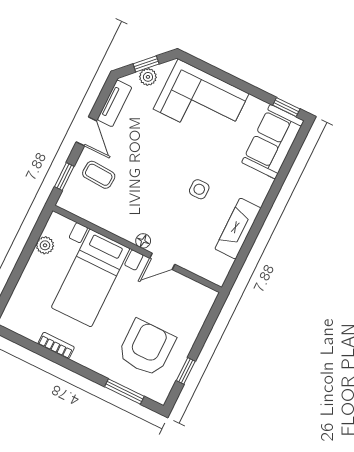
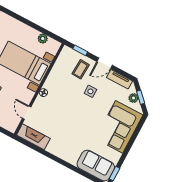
side table: (199, 189) -> (90, 91), moved
fireplace: (238, 229) -> (33, 137), moved
door: (162, 261) -> (27, 113), moved

